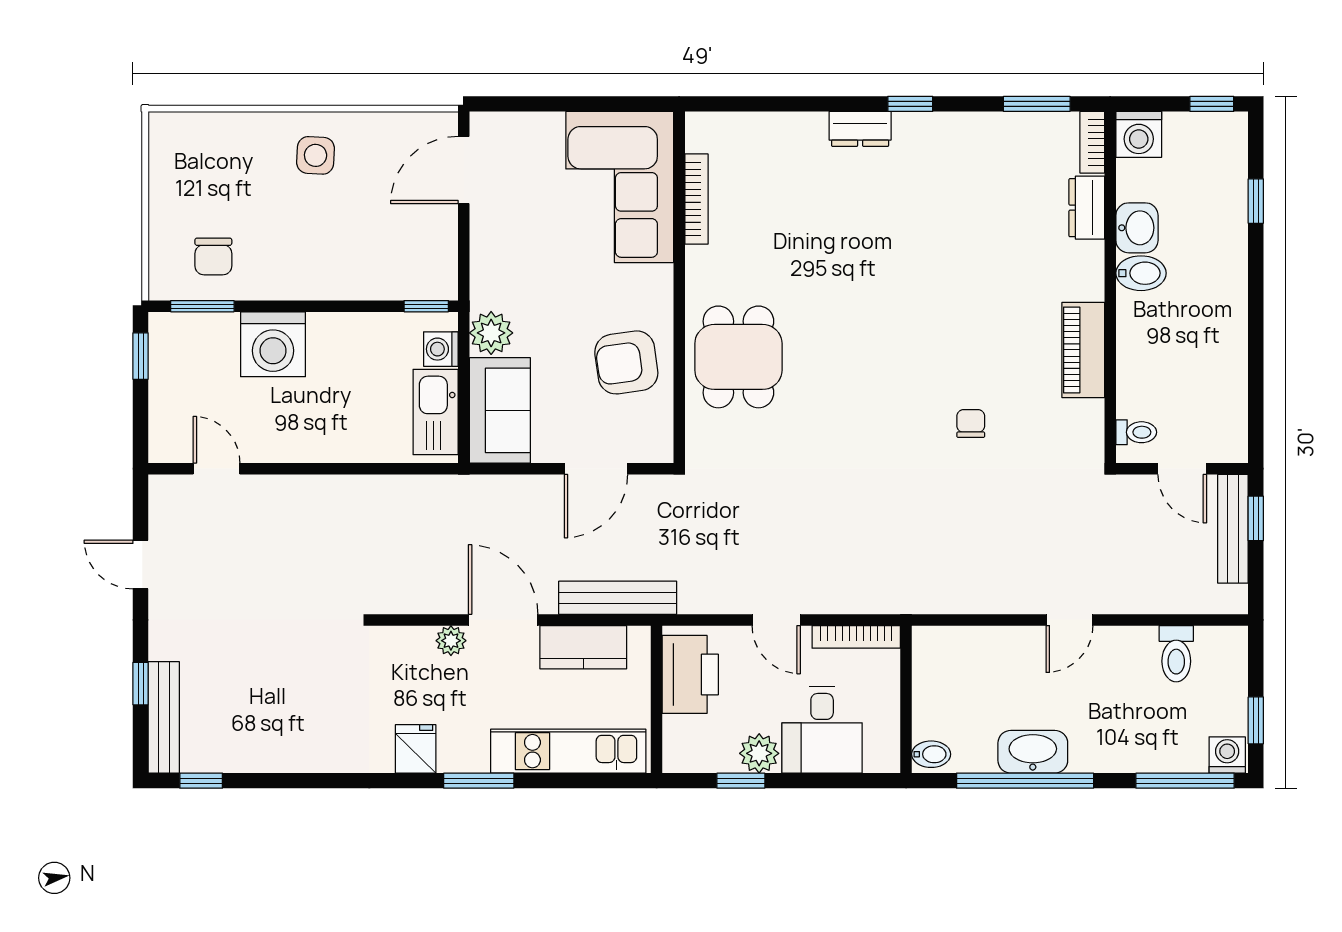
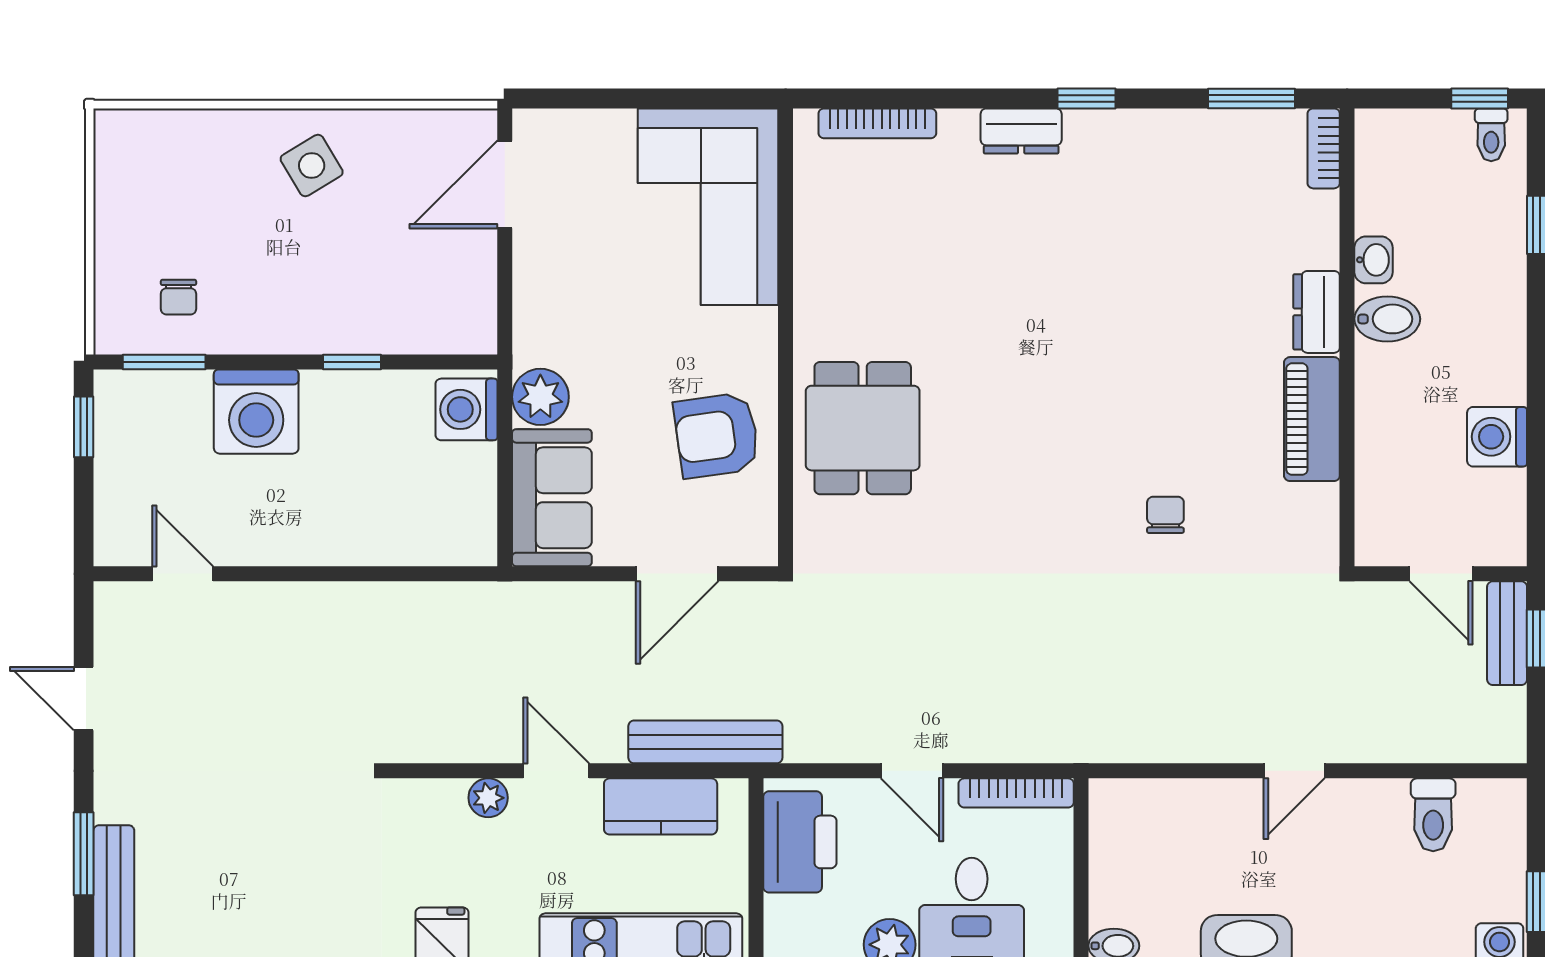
washing machine: (1139, 134) -> (1497, 437), moved, turned 90
side table: (316, 155) -> (312, 165), turned -34
bookcase: (696, 199) -> (877, 123), moved, turned 90
dresser: (1087, 208) -> (1317, 312), moved
washbasin: (1137, 228) -> (1374, 260), width x0.72, depth x0.69
chair: (213, 256) -> (178, 297), width x0.73, depth x0.73
window: (426, 306) -> (352, 362), moved
washing machine: (441, 349) -> (466, 409), width x1.38, depth x1.38
kitchen sink: (436, 412) -> (468, 500), removed
toilet: (1136, 432) -> (1491, 135), moved, turned 90
bench: (1233, 529) -> (1507, 633), width x0.73
door: (503, 620) -> (556, 771), width x0.73
window: (141, 684) -> (84, 854), width x1.50

